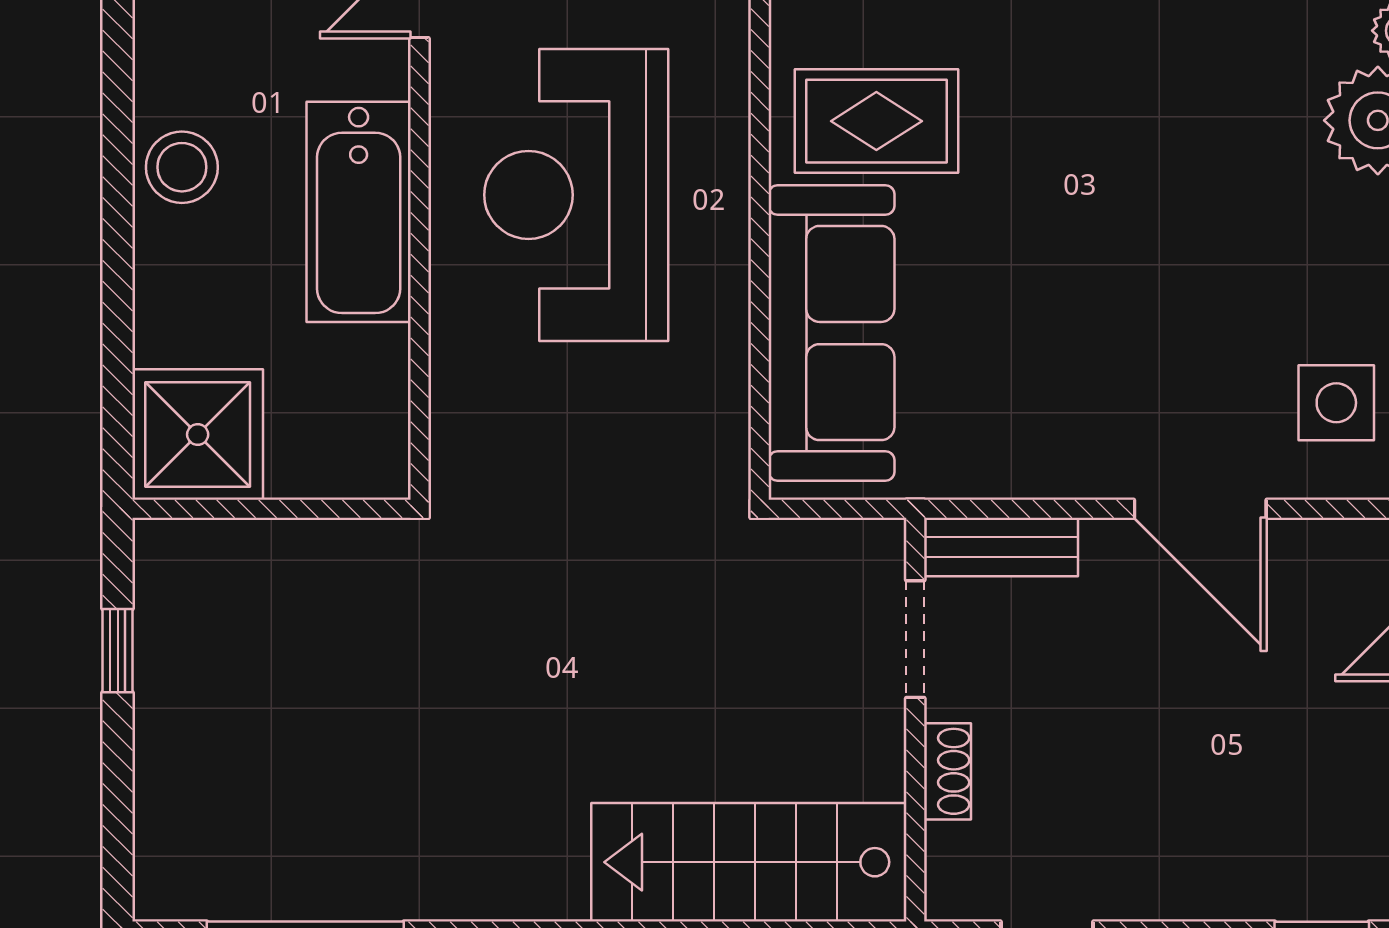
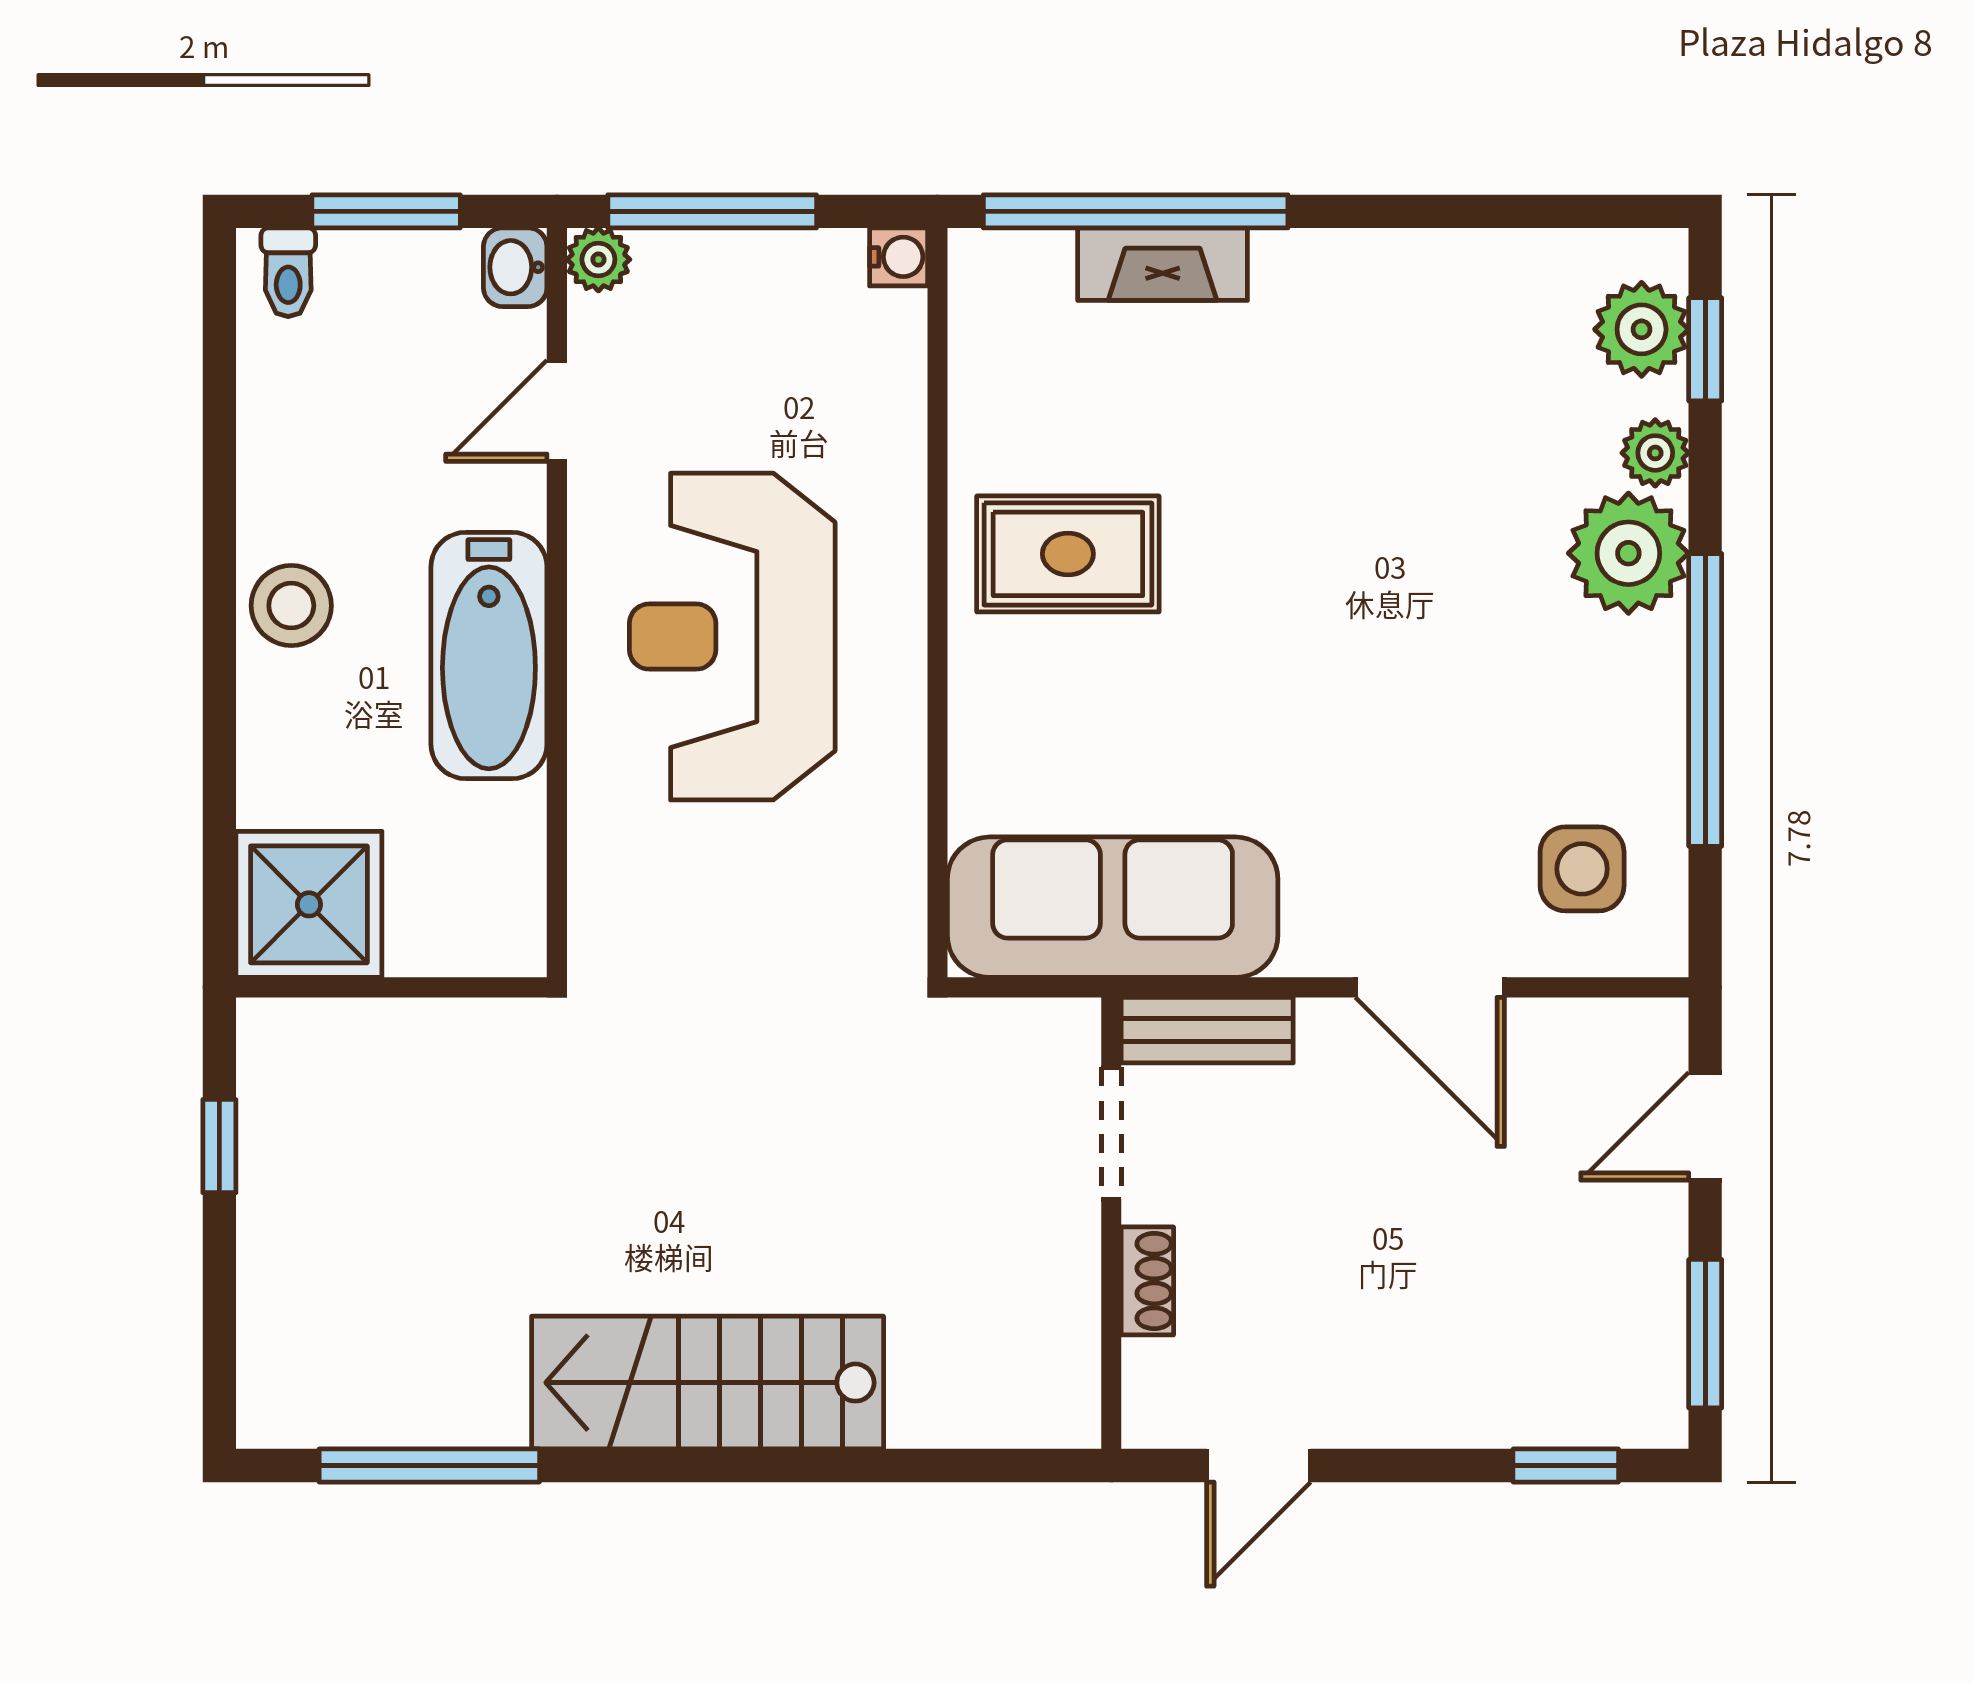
sofa: (831, 333) -> (1113, 907), moved, turned -90
stairs: (749, 862) -> (708, 1383), moved

